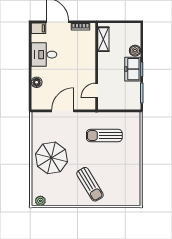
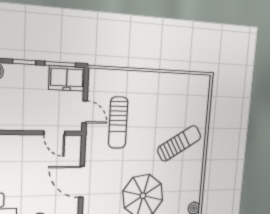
freezer: (133, 69) -> (67, 78), moved
door: (111, 111) -> (85, 112), added

